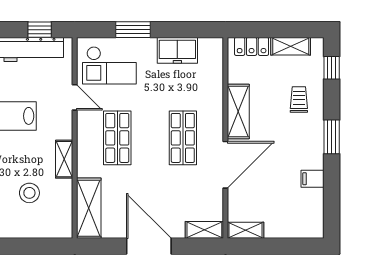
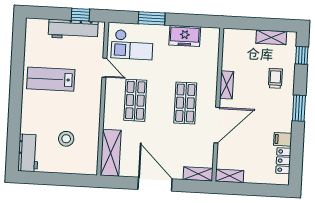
locker: (252, 46) -> (283, 161), moved, turned 90
shelving: (238, 112) -> (227, 85), width x0.67, depth x0.75
shelving: (64, 159) -> (94, 114), removed

